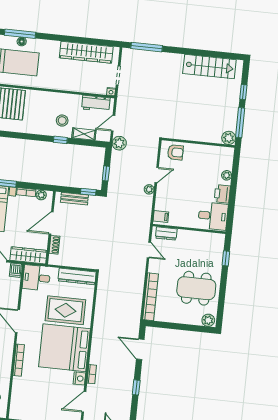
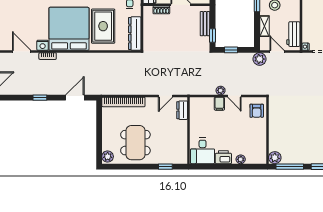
filing cabinet: (161, 216) -> (219, 104), moved

